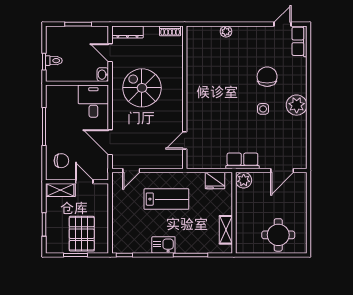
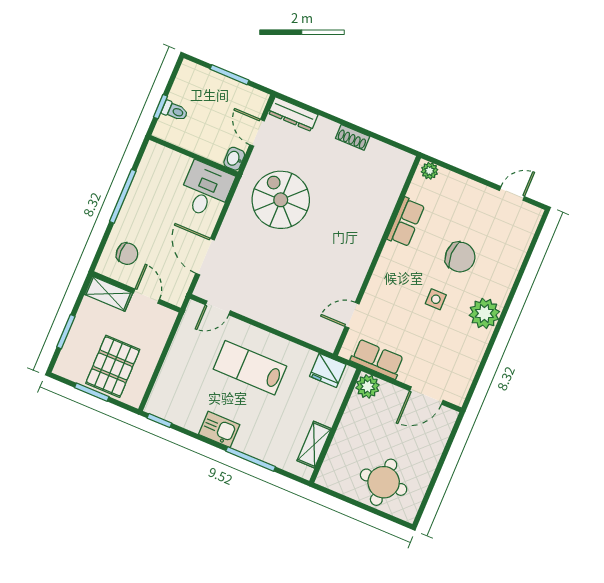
row of seats: (299, 41) -> (406, 222), moved, turned 180
chair: (267, 77) -> (460, 257), turned 90
wall: (185, 97) -> (377, 256), moved
door: (185, 140) -> (352, 315), moved
lab bench: (166, 199) -> (250, 368), turned 180

